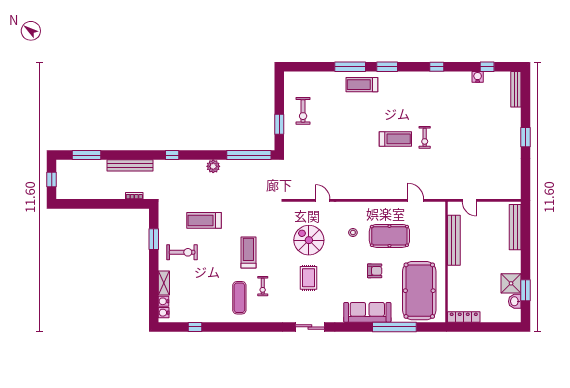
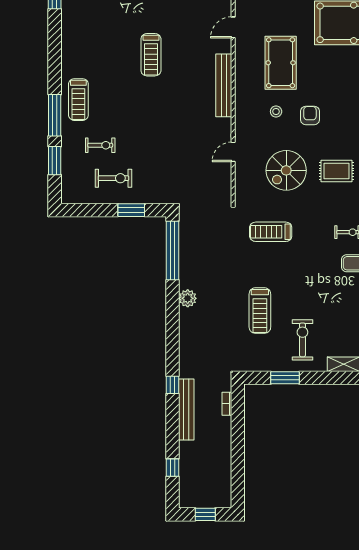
window: (387, 67) -> (55, 161), moved
exercise bike: (425, 137) -> (100, 145), moved
treadmill: (395, 139) -> (151, 55), turned 180
window: (87, 155) -> (173, 468), width x0.46
window: (172, 155) -> (173, 385), moved
bench: (372, 193) -> (224, 85), added
treadmill: (248, 253) -> (271, 232), moved
armchair: (375, 271) -> (310, 115), moved

